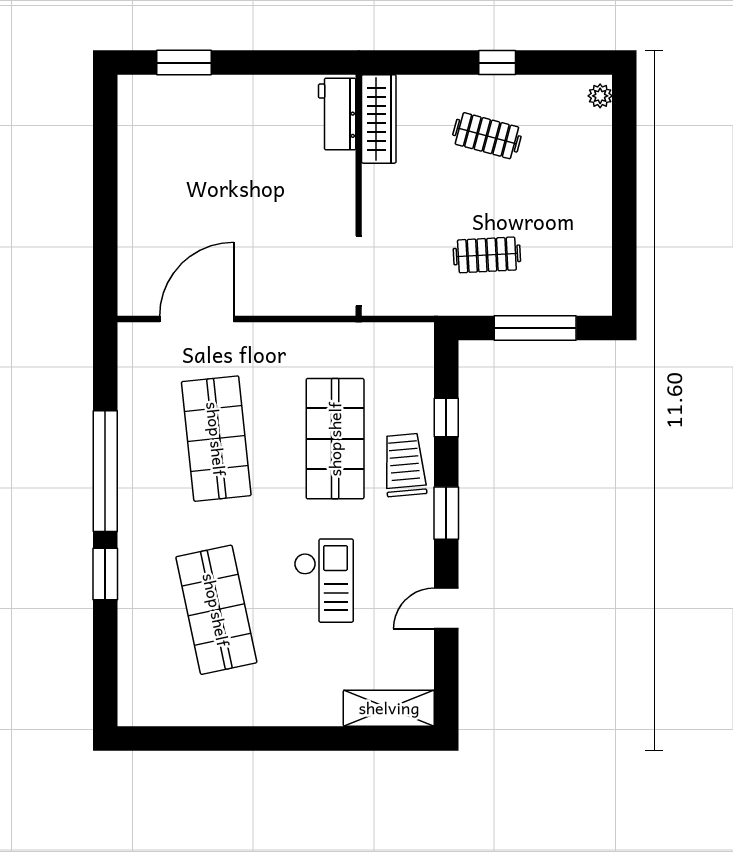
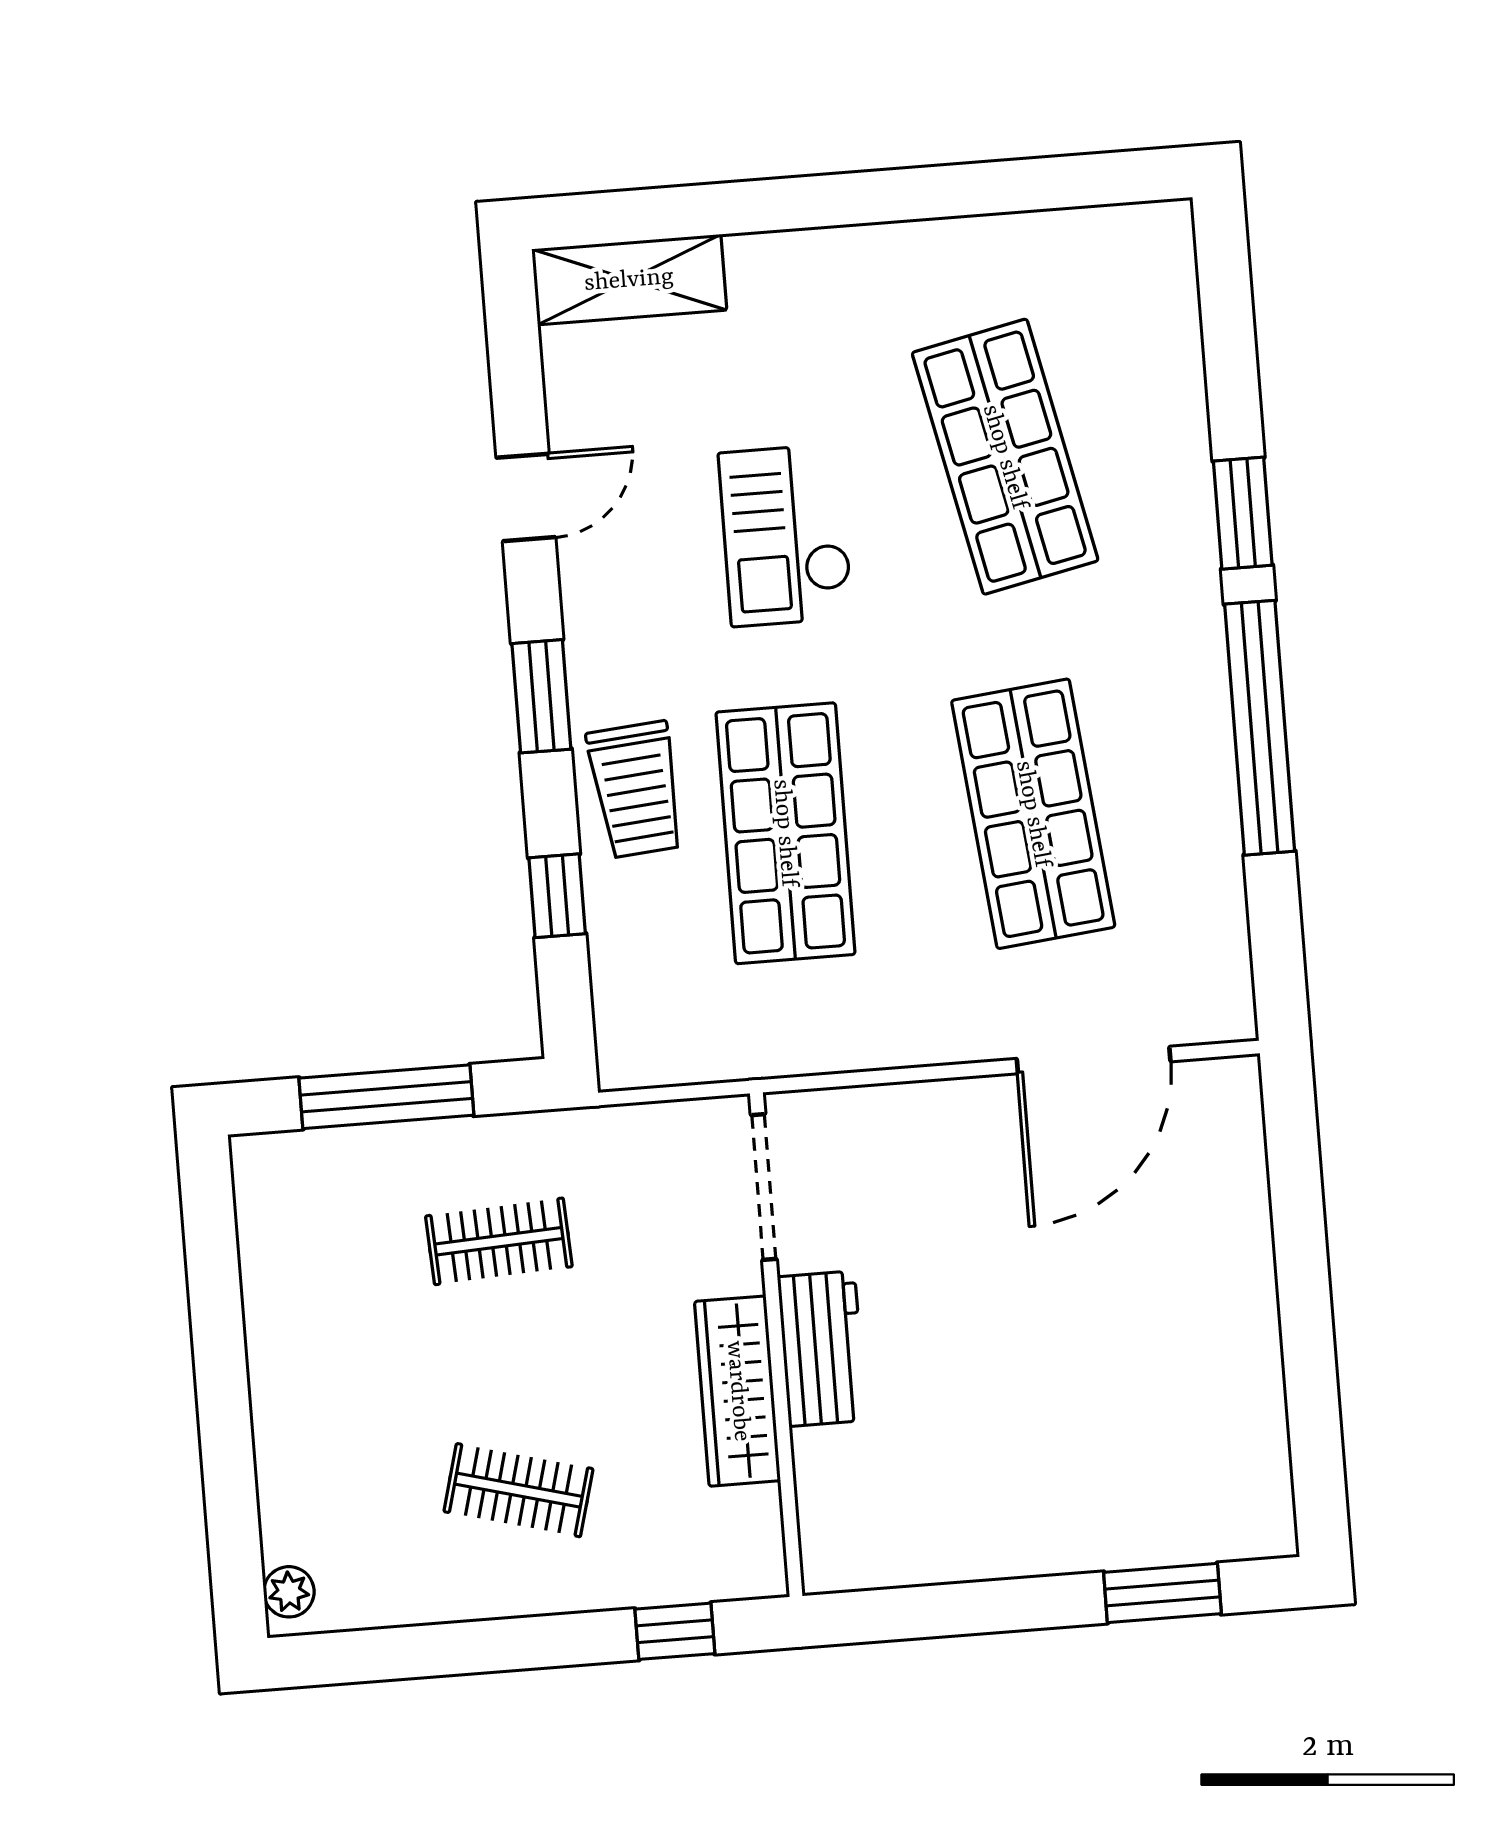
window: (497, 63) -> (675, 1631), moved
workbench: (337, 114) -> (822, 1349), moved
wardrobe: (379, 119) -> (738, 1391), moved

